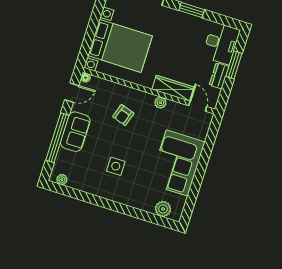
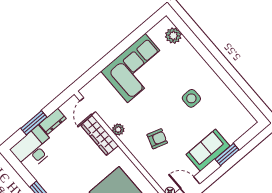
window: (57, 138) -> (227, 155), width x0.47
plant: (62, 180) -> (245, 116), removed

